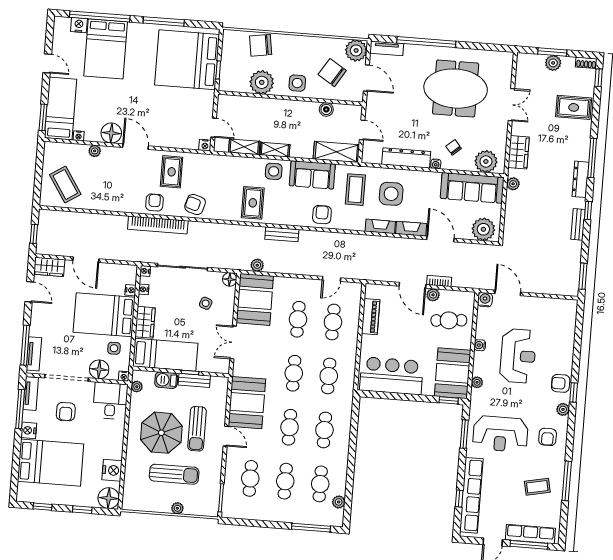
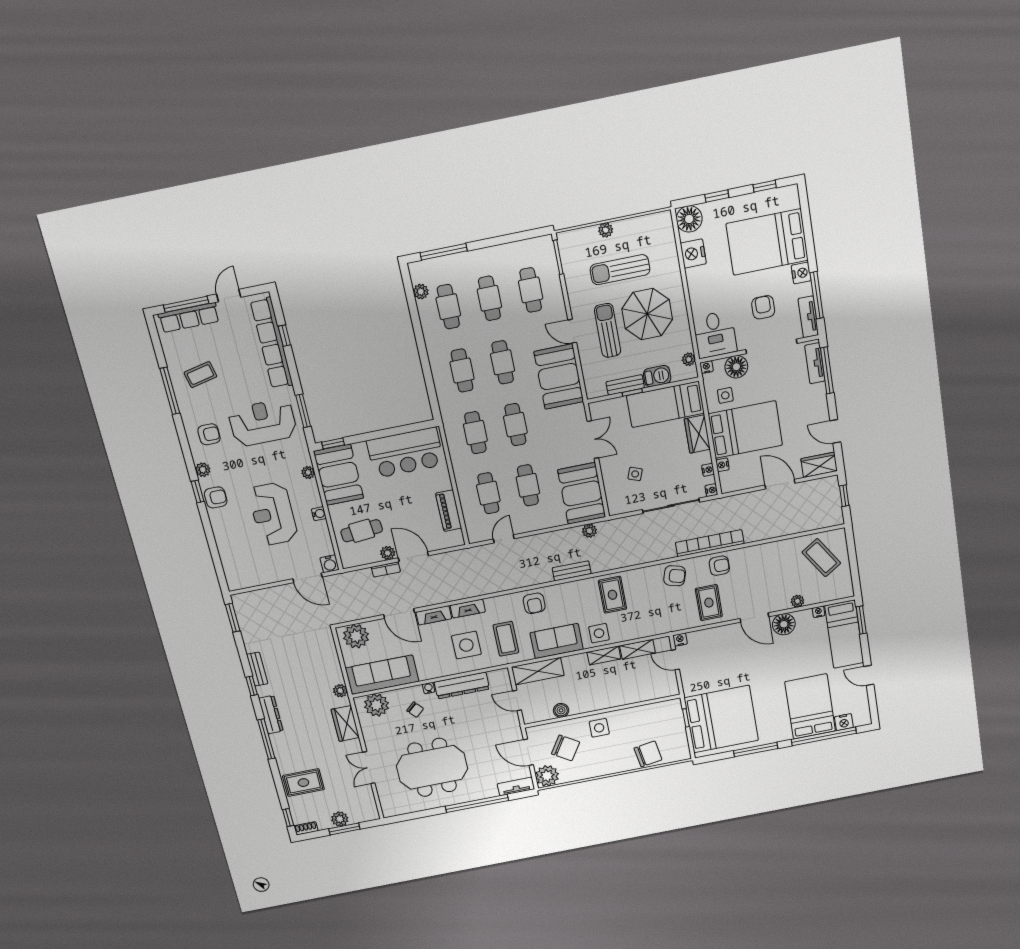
plant: (262, 82) -> (637, 718), removed
armchair: (154, 202) -> (719, 566), turned -90
floor lamp: (230, 279) -> (615, 507), removed
armchair: (548, 437) -> (209, 434), turned 90

